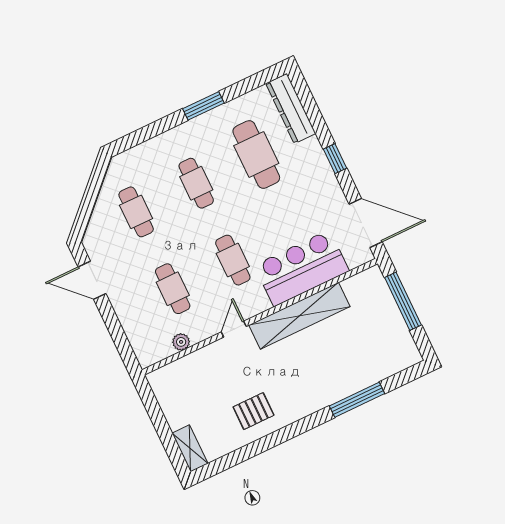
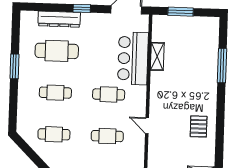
dresser: (291, 109) -> (59, 19), moved
window: (403, 301) -> (181, 12), width x0.69
shelving: (299, 316) -> (157, 56), width x0.45, depth x0.75
door: (234, 329) -> (147, 126), moved
plant: (181, 342) -> (139, 147), removed

